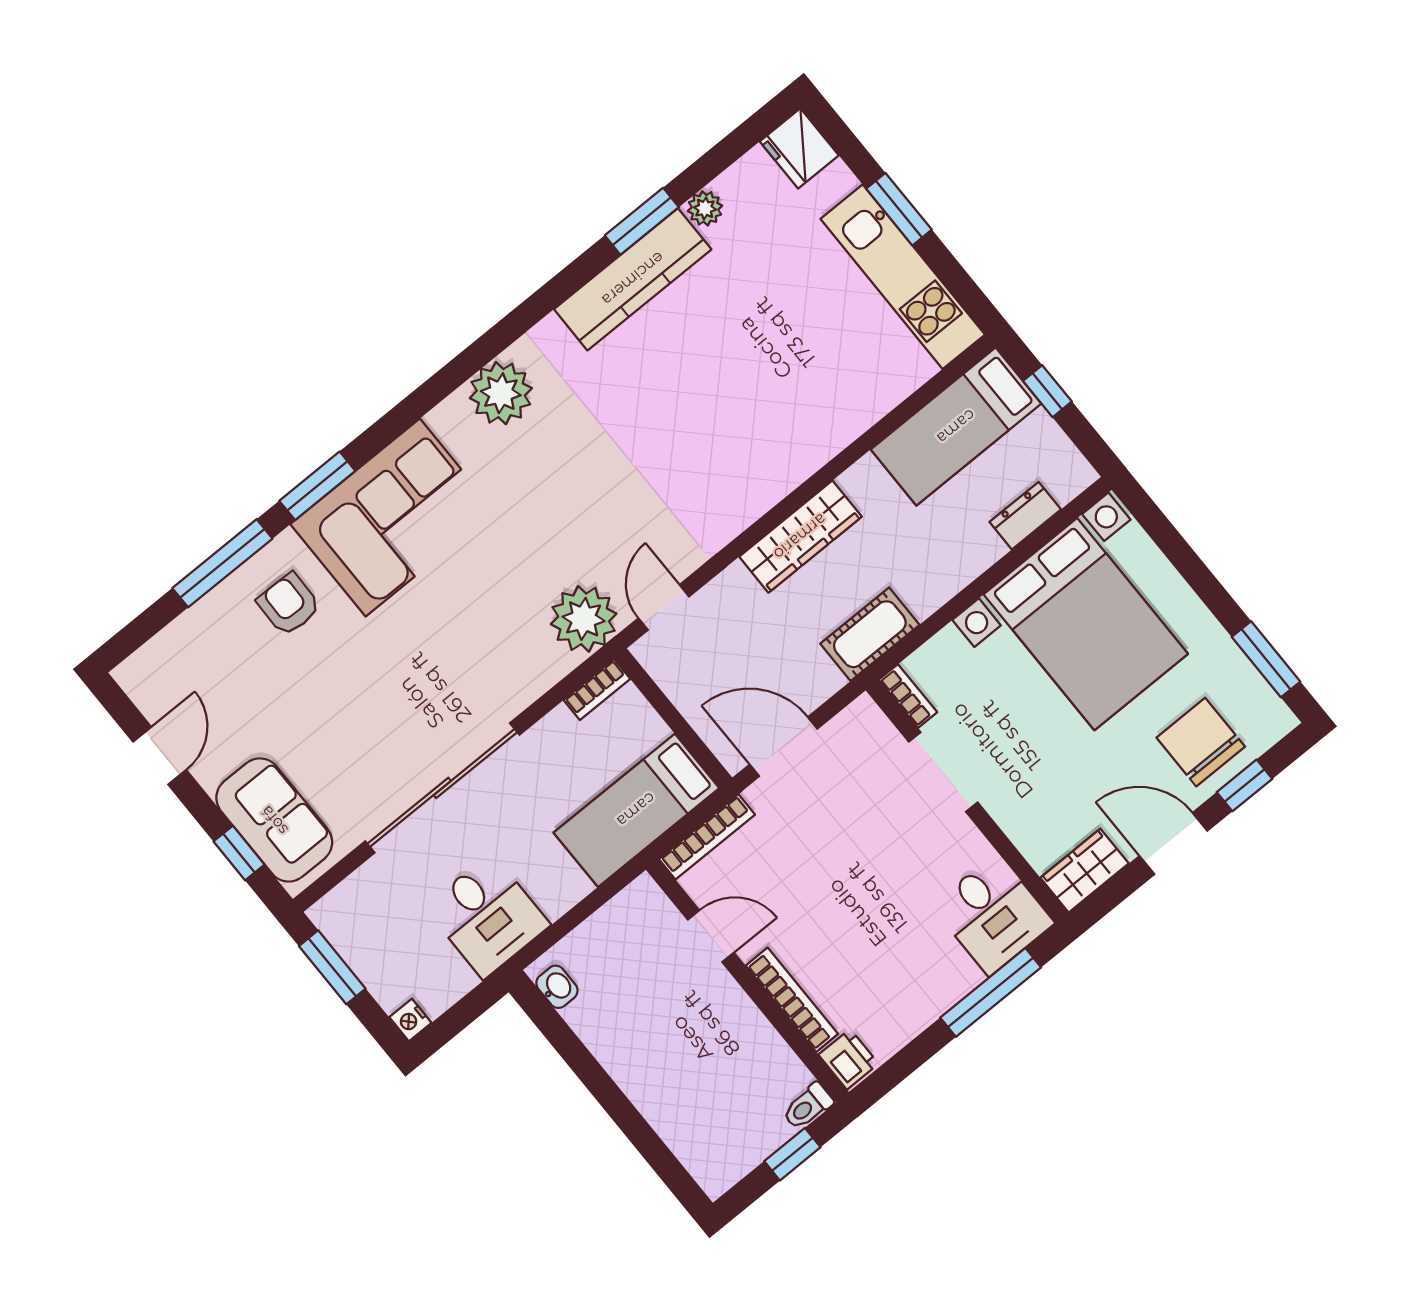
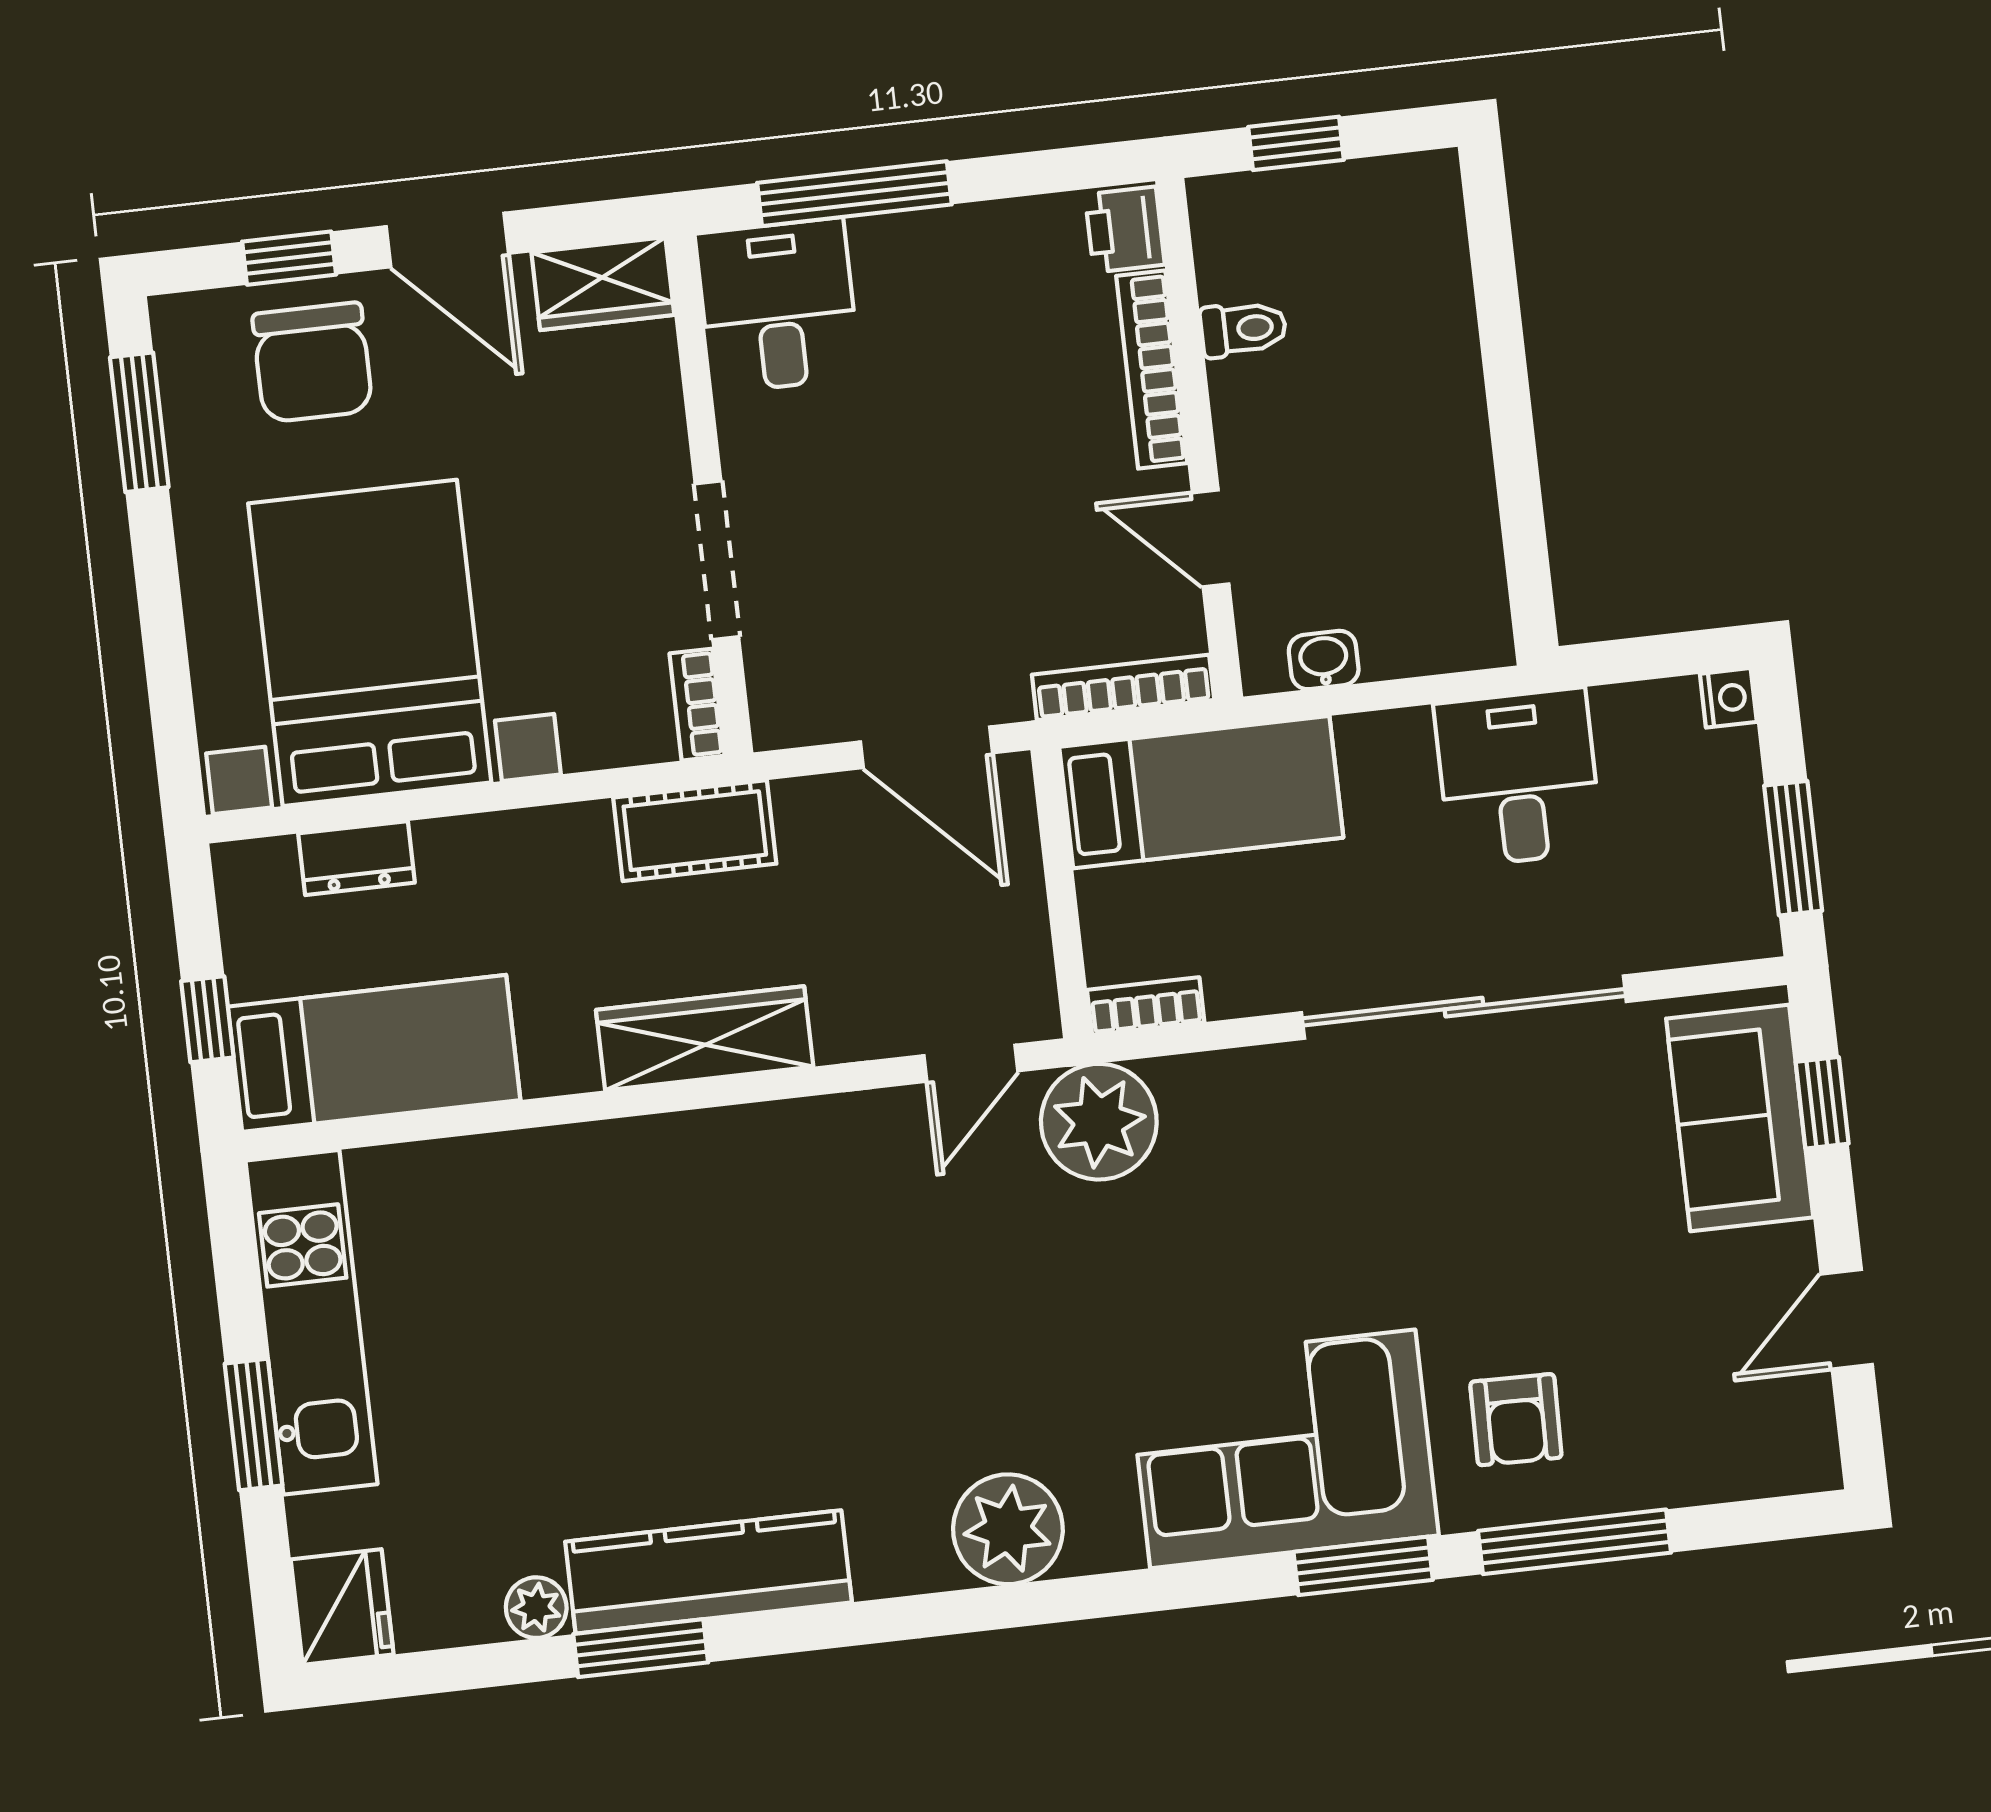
washbasin: (557, 987) -> (1324, 660), moved, turned 90
toilet: (808, 1106) -> (1243, 329), moved

